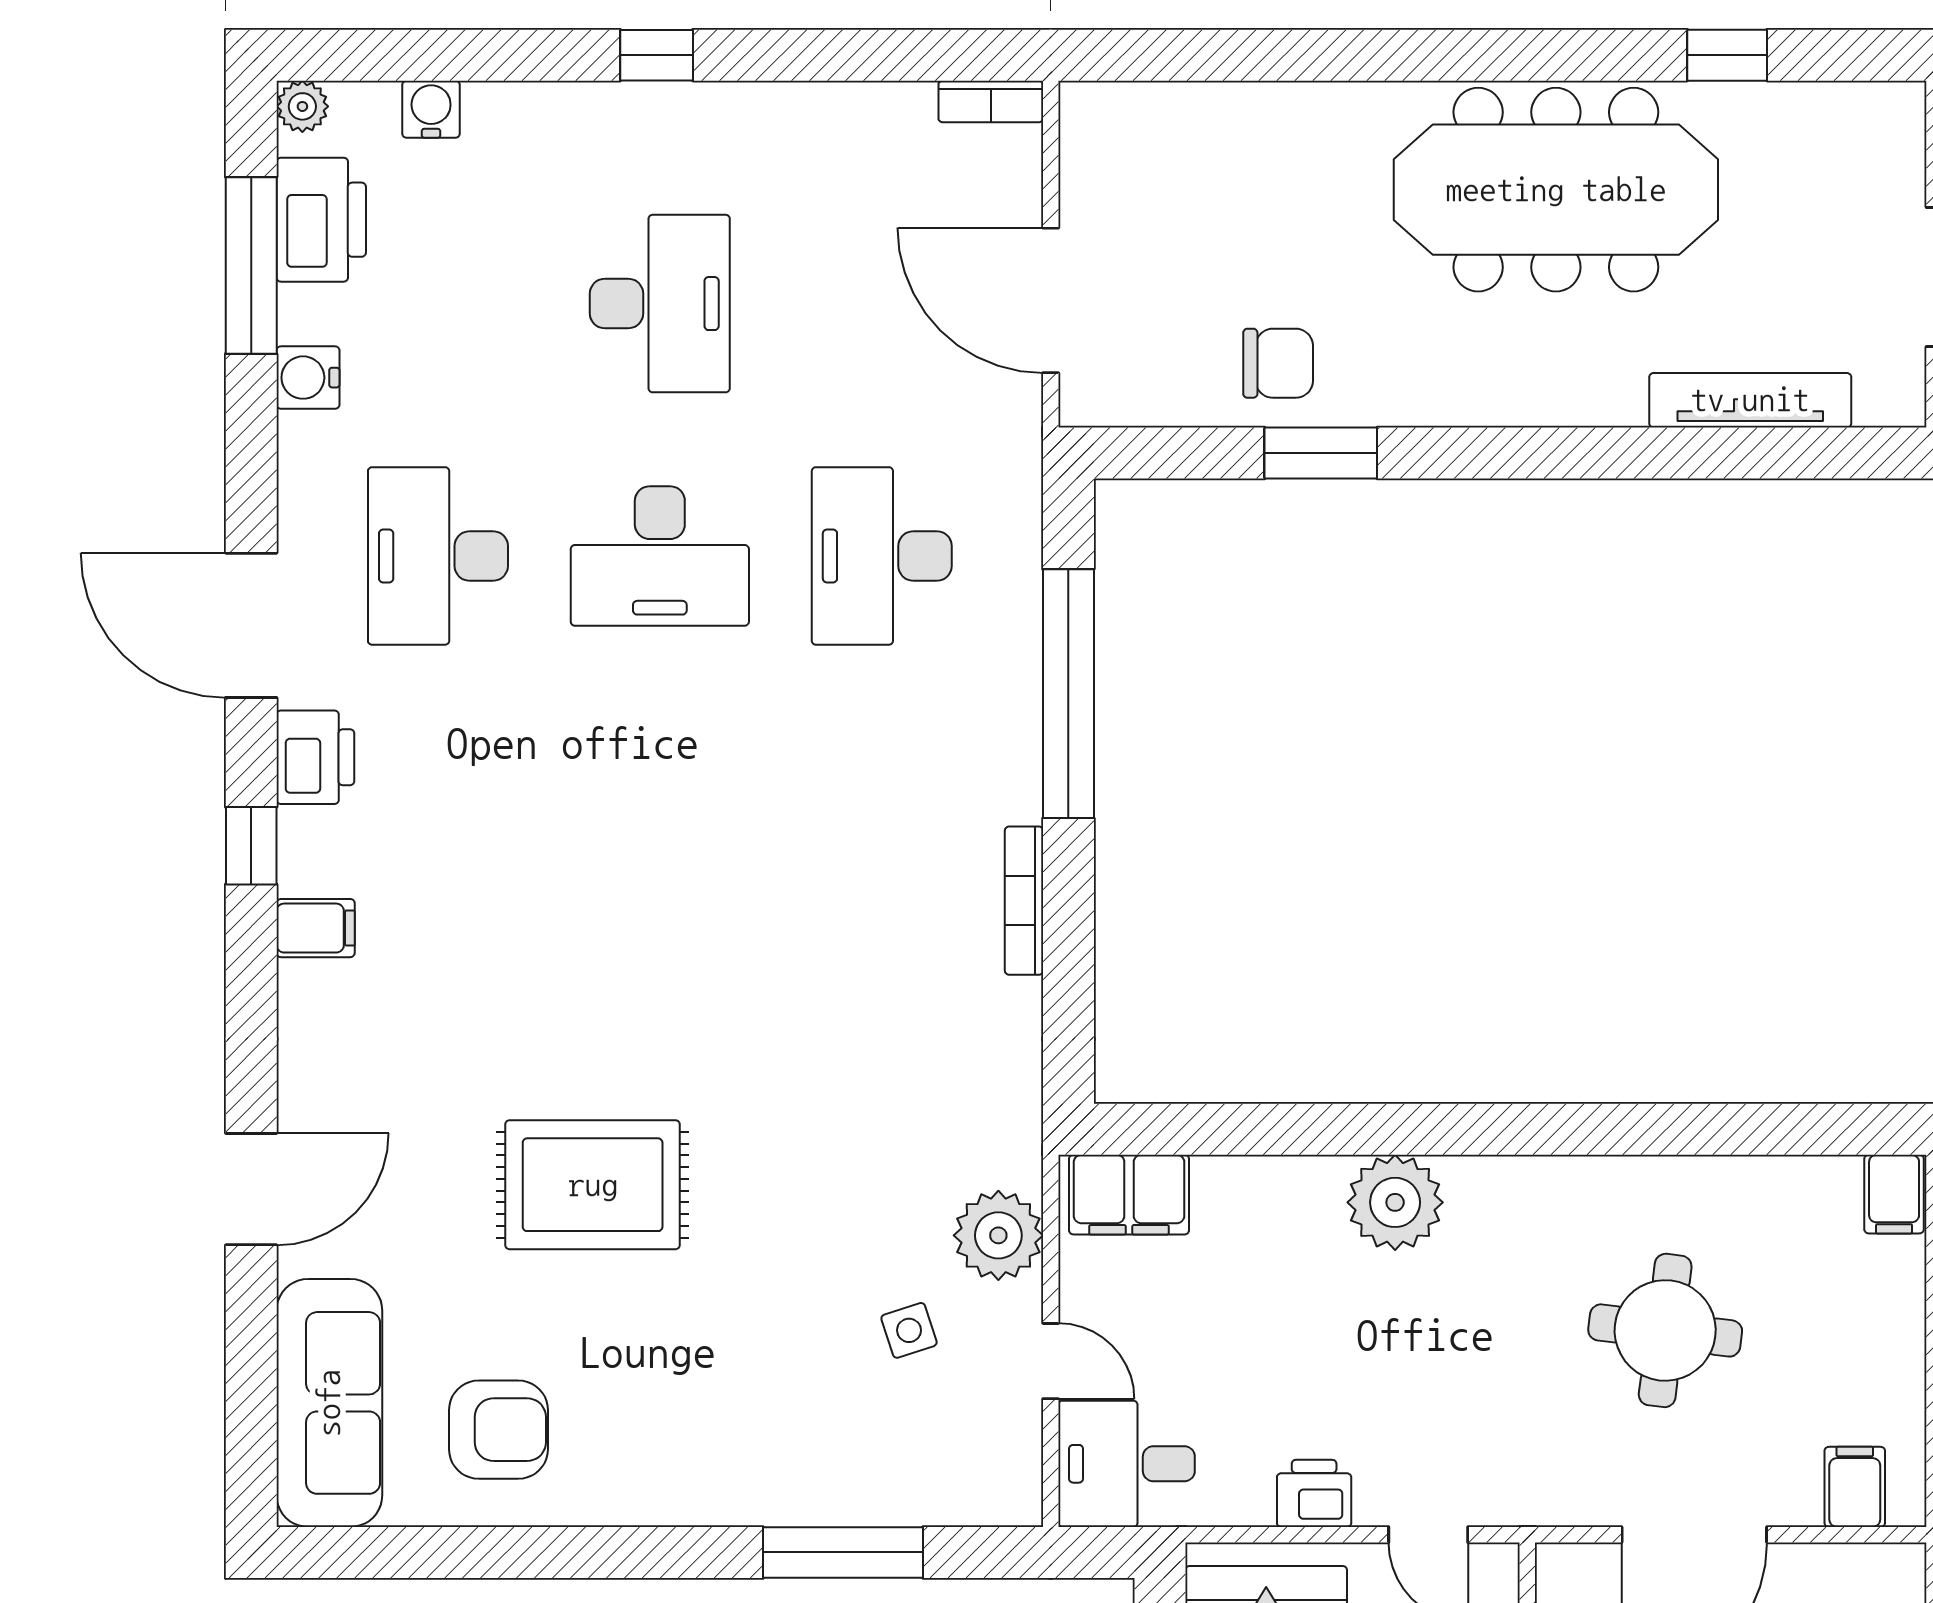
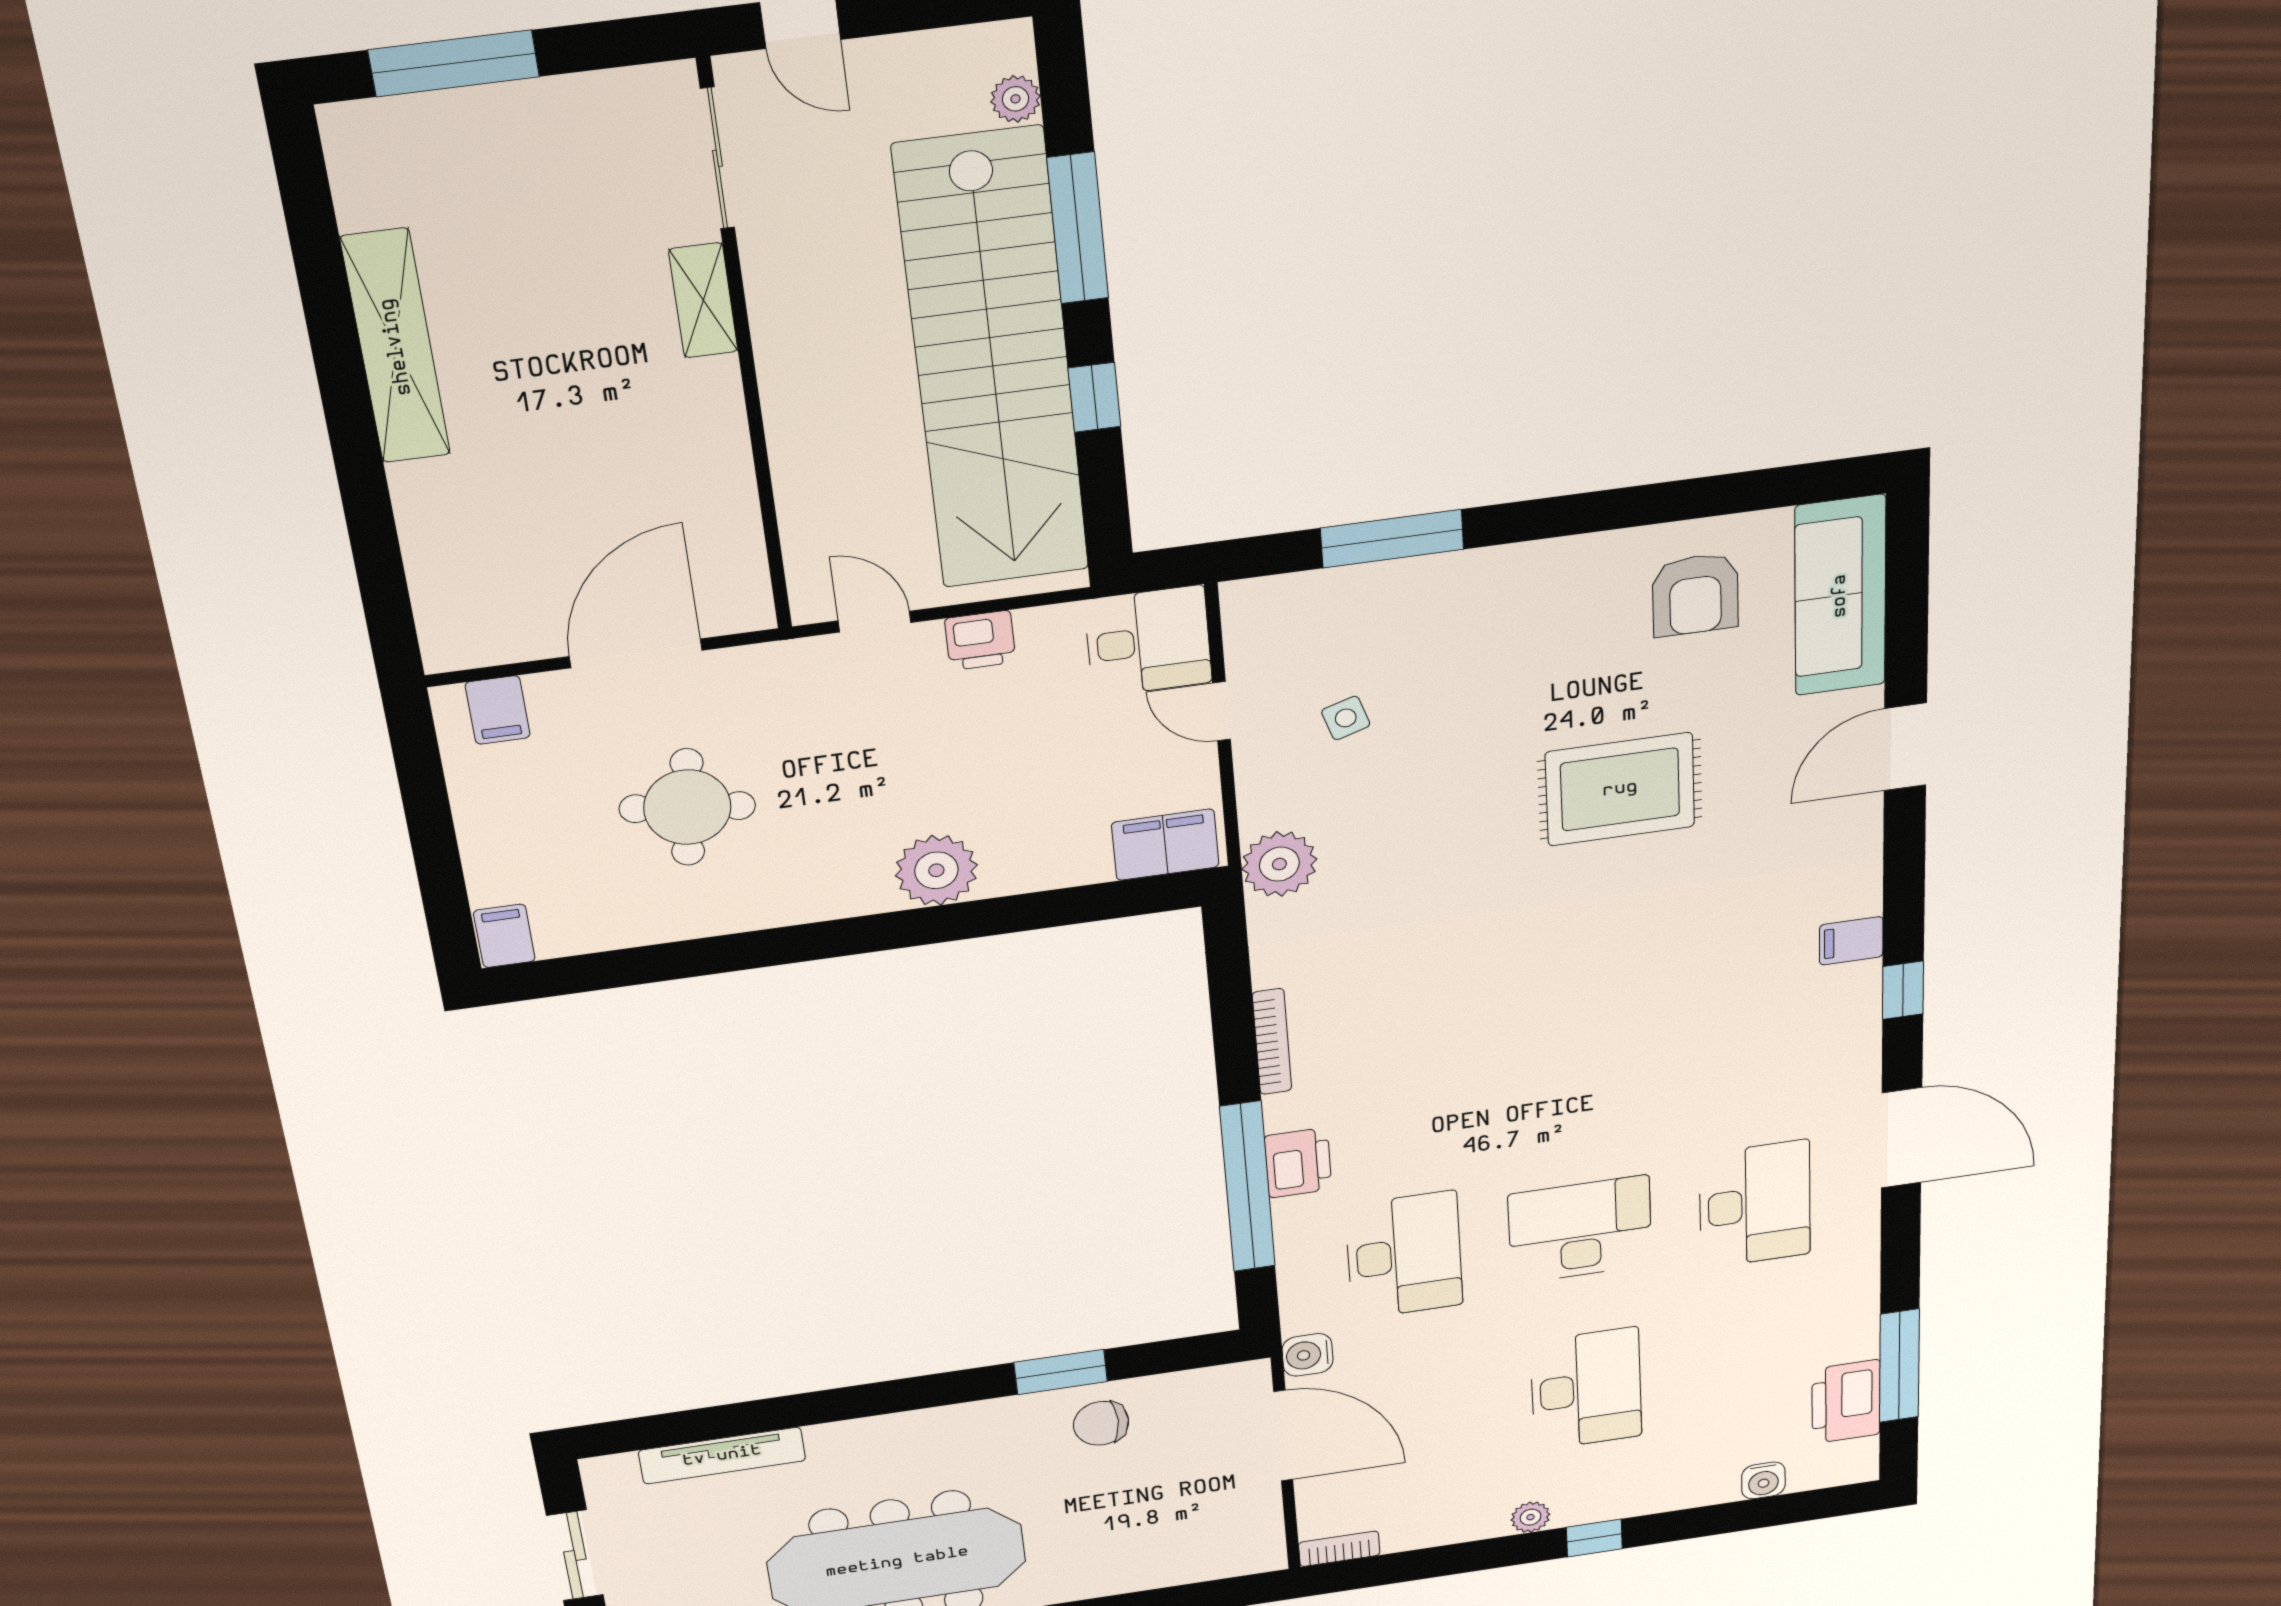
plant: (302, 106) -> (1531, 1517), moved
desk: (660, 304) -> (1586, 1389), turned 180
water cooler: (308, 378) -> (1307, 1355), moved, turned 180
printer: (315, 757) -> (1298, 1163), moved, turned 180
plant: (998, 1235) -> (1279, 864), moved
armchair: (499, 1430) -> (1695, 595), turned -90

